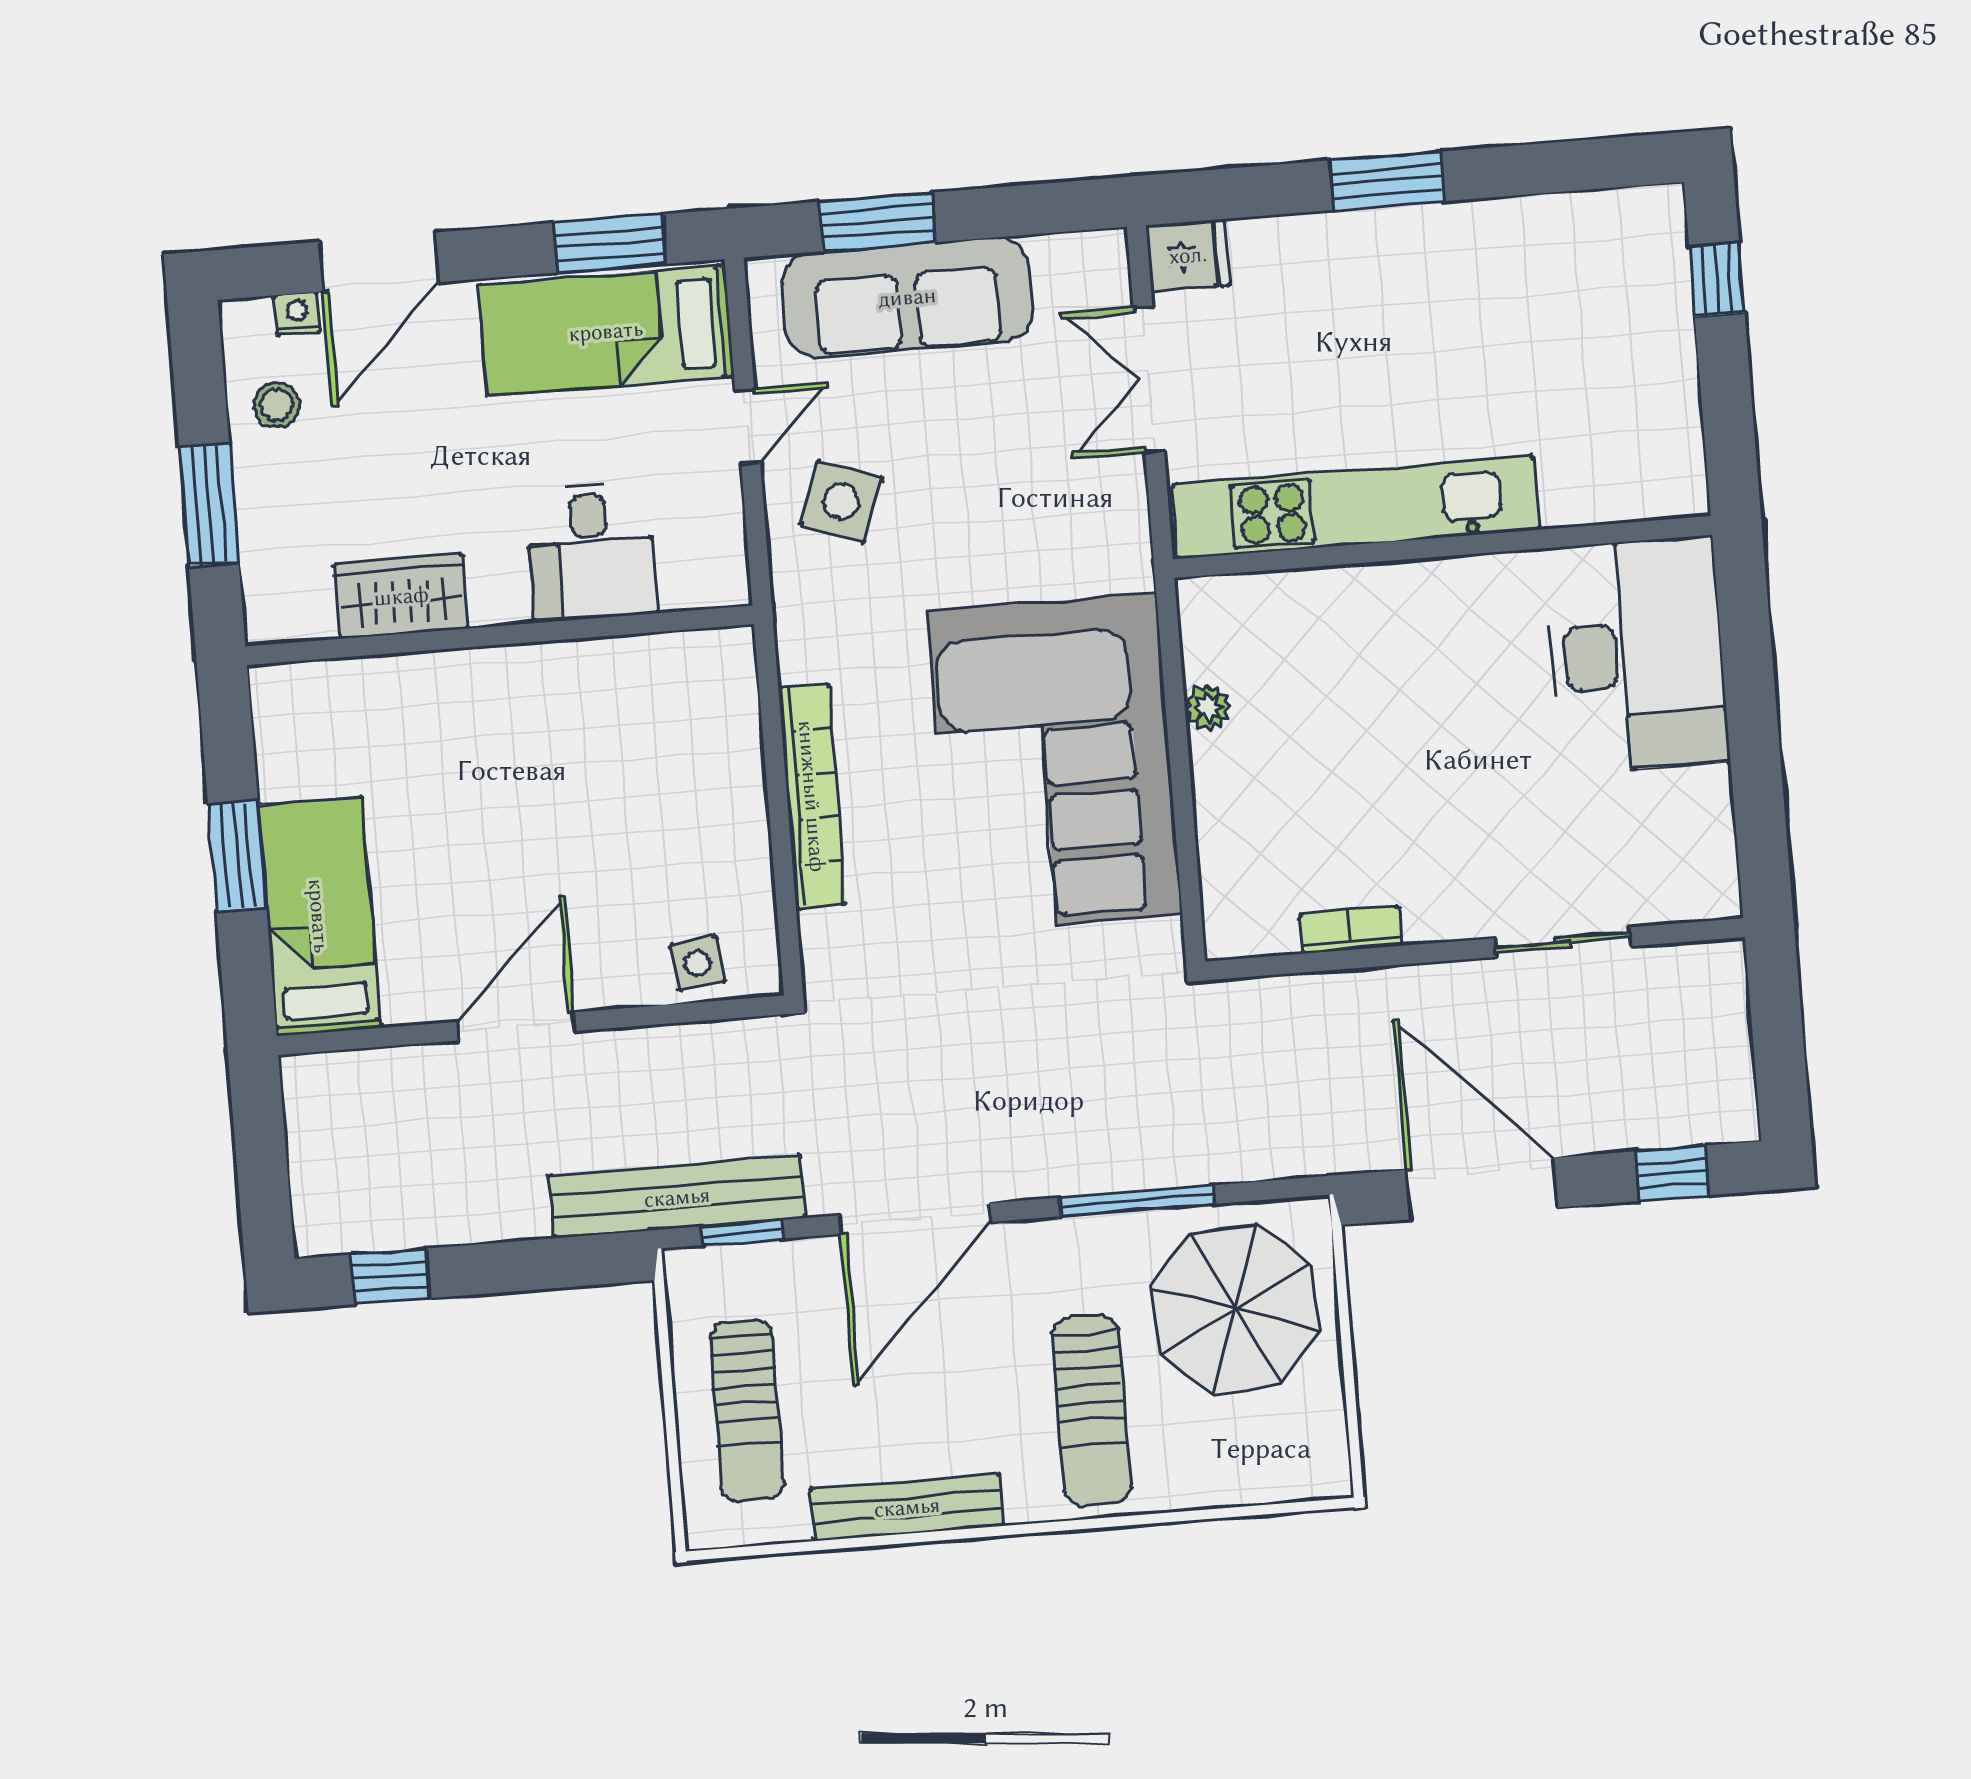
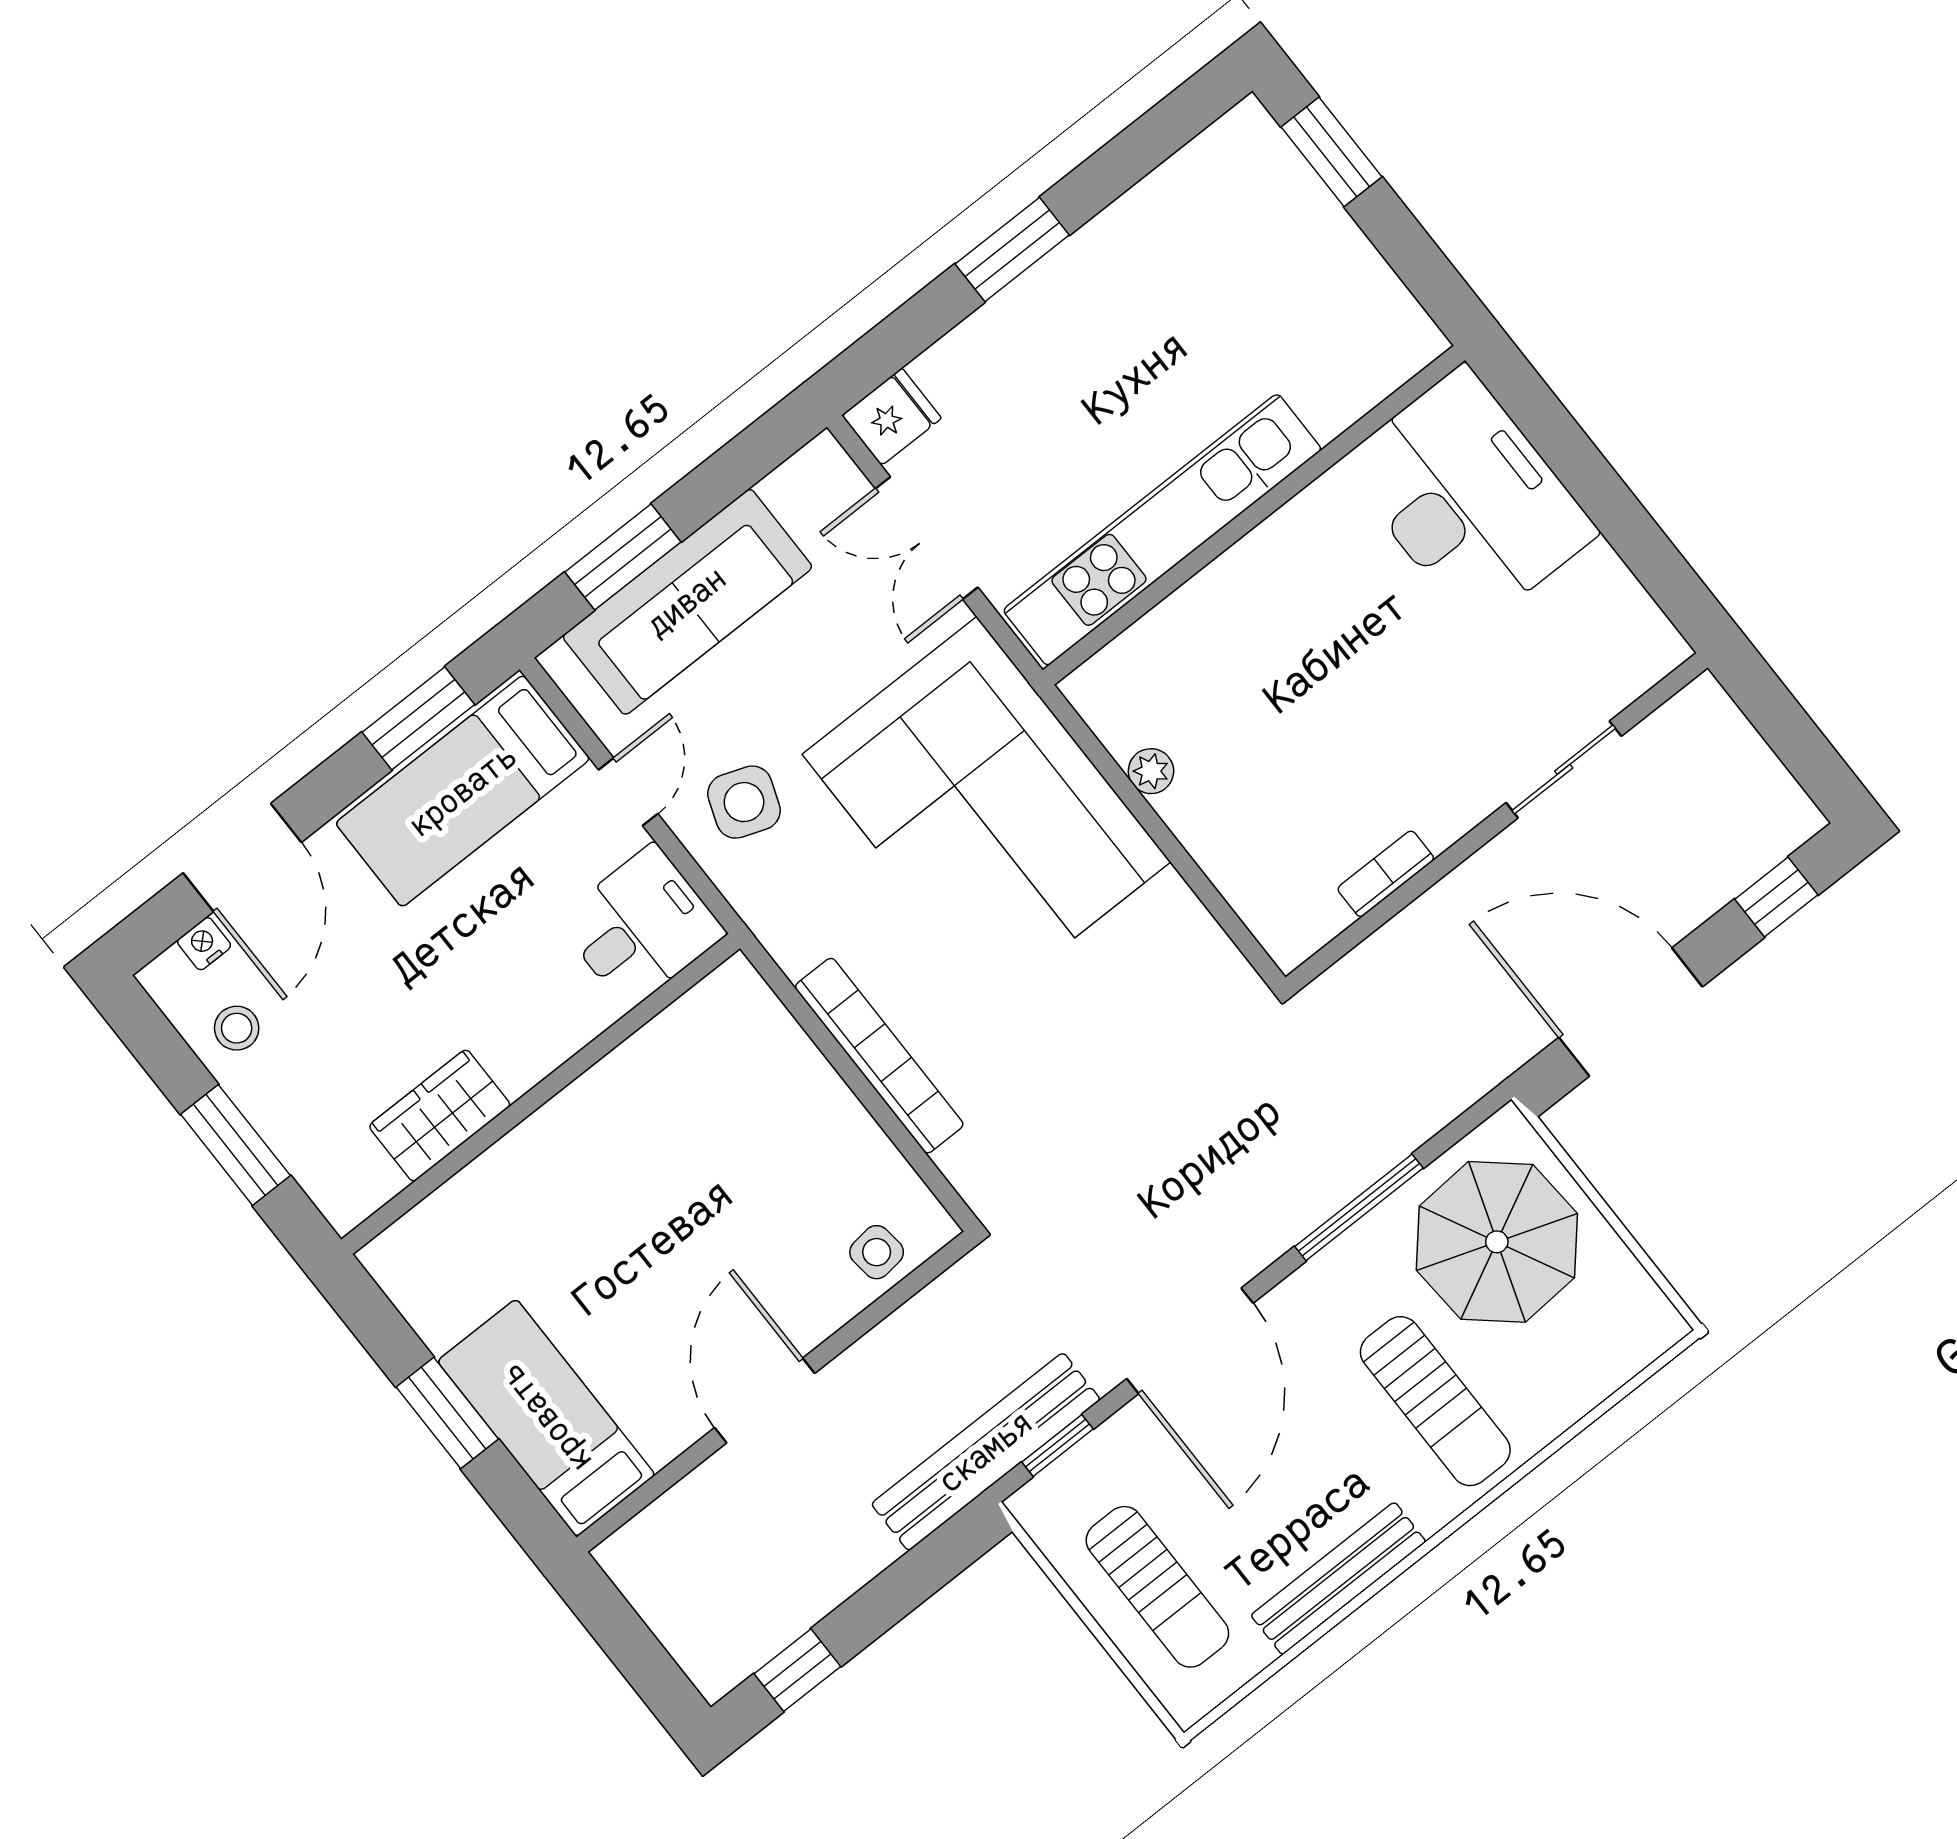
window: (1717, 280) -> (1332, 152), width x1.50
desk: (591, 552) -> (641, 927), moved, turned -90
corner sofa: (1055, 763) -> (986, 808), moved

